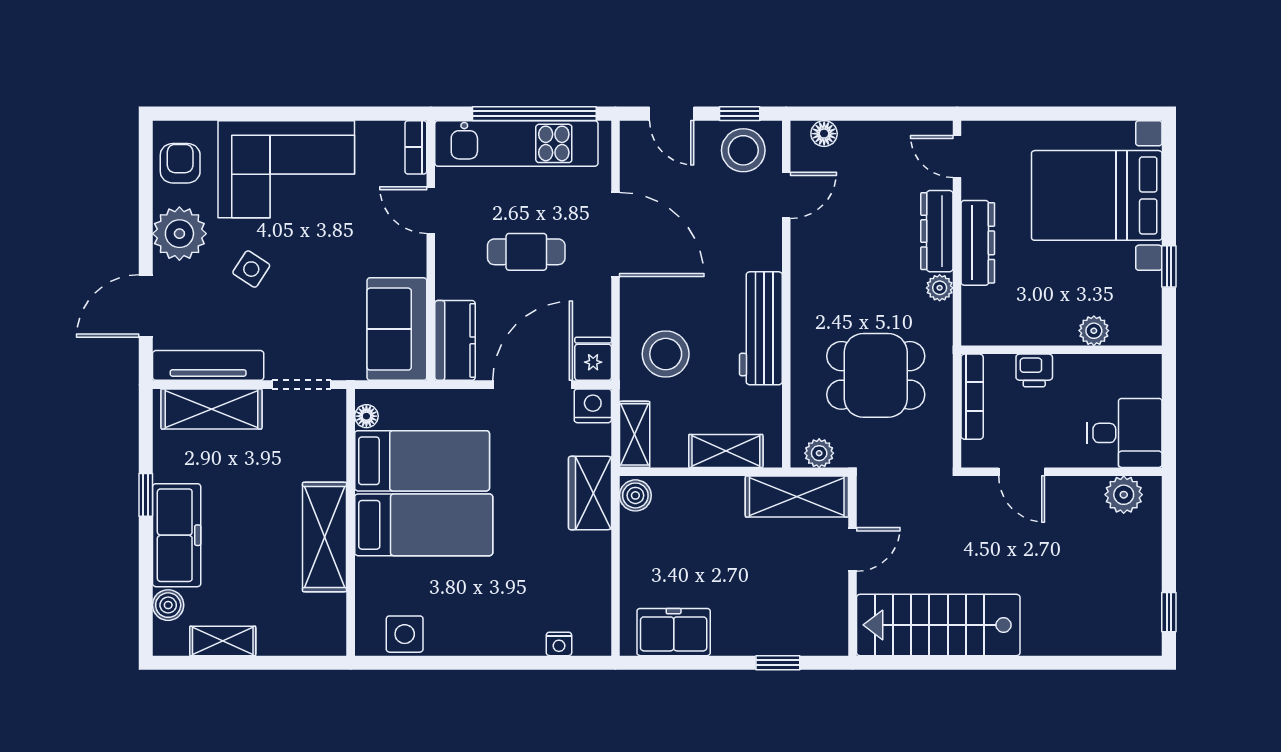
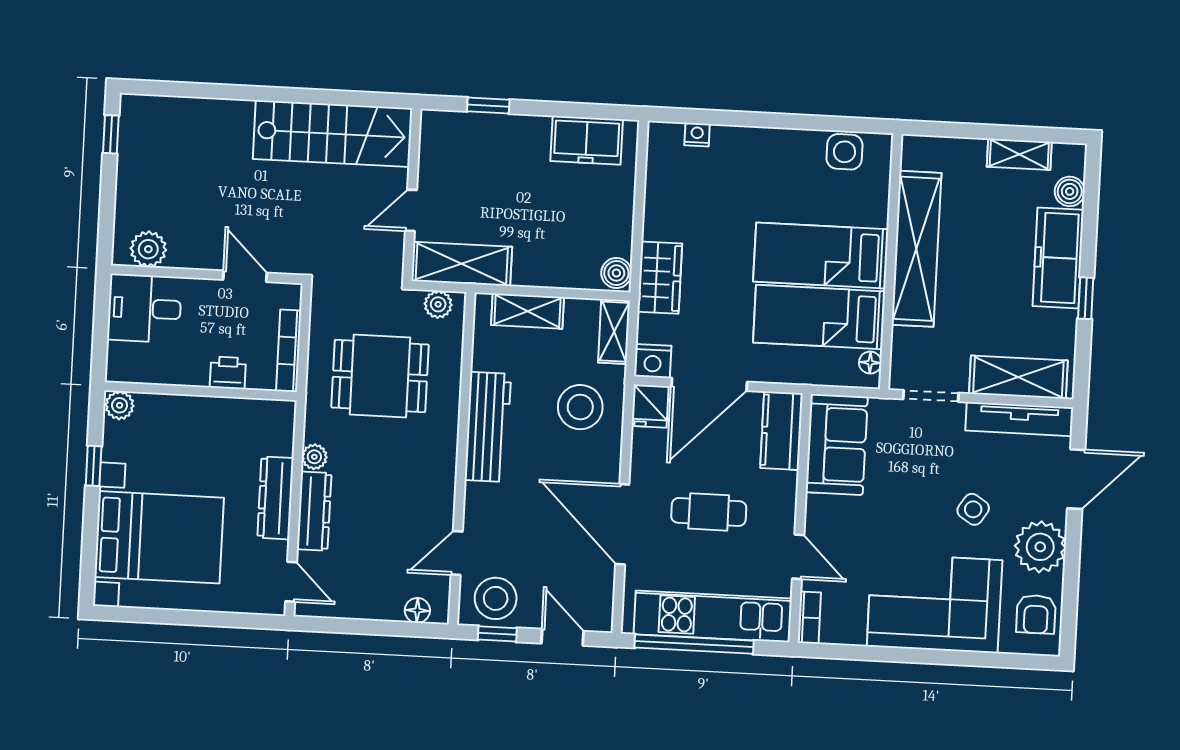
plant: (1094, 331) -> (120, 405), moved
shelving: (325, 537) -> (916, 249), width x1.47

